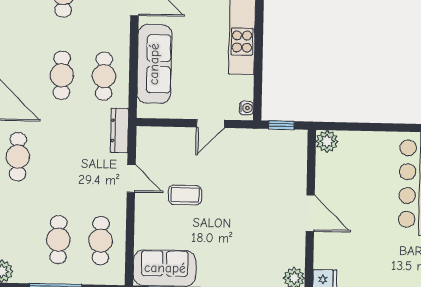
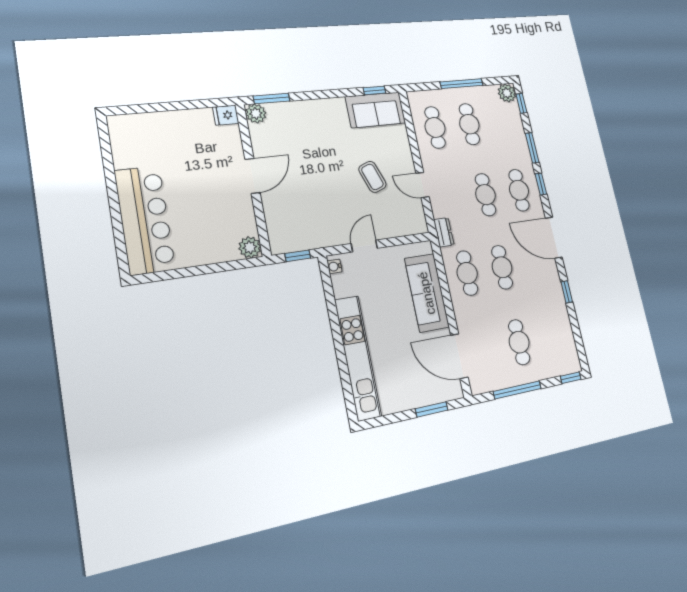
dresser: (119, 130) -> (444, 232), width x0.70
cafe table: (60, 157) -> (485, 195), added
coffee table: (185, 195) -> (372, 177), turned 70
door: (310, 213) -> (252, 176), swing flipped

